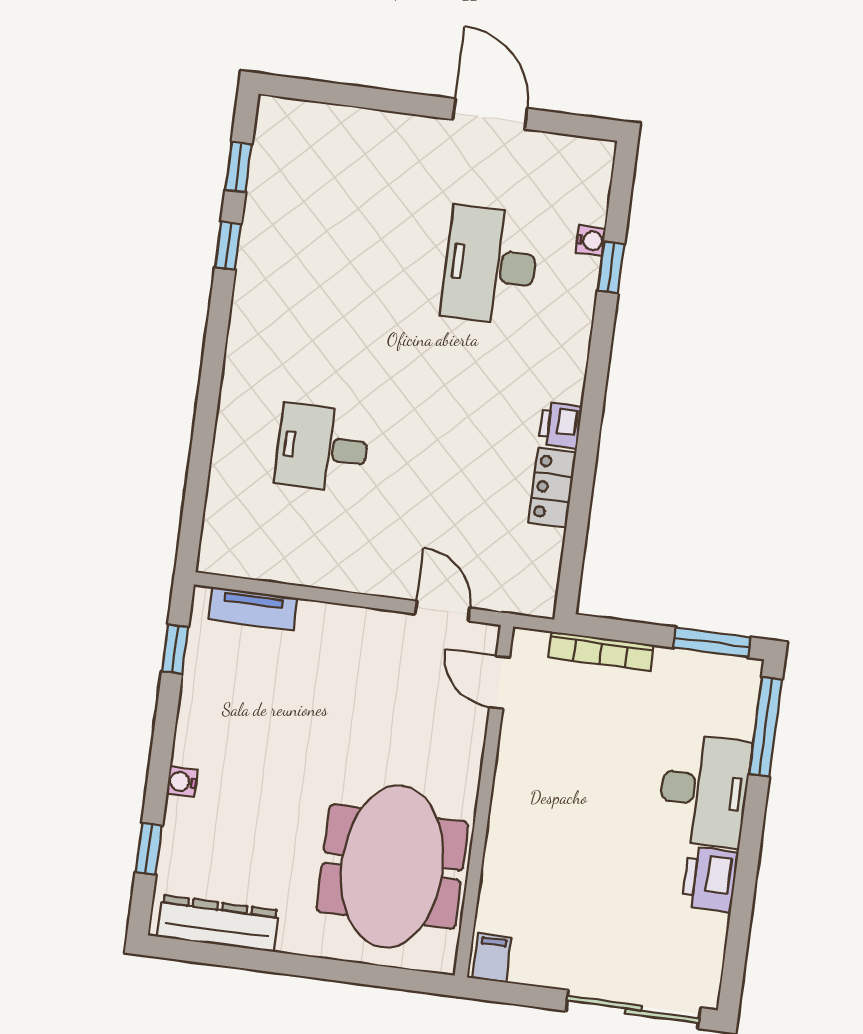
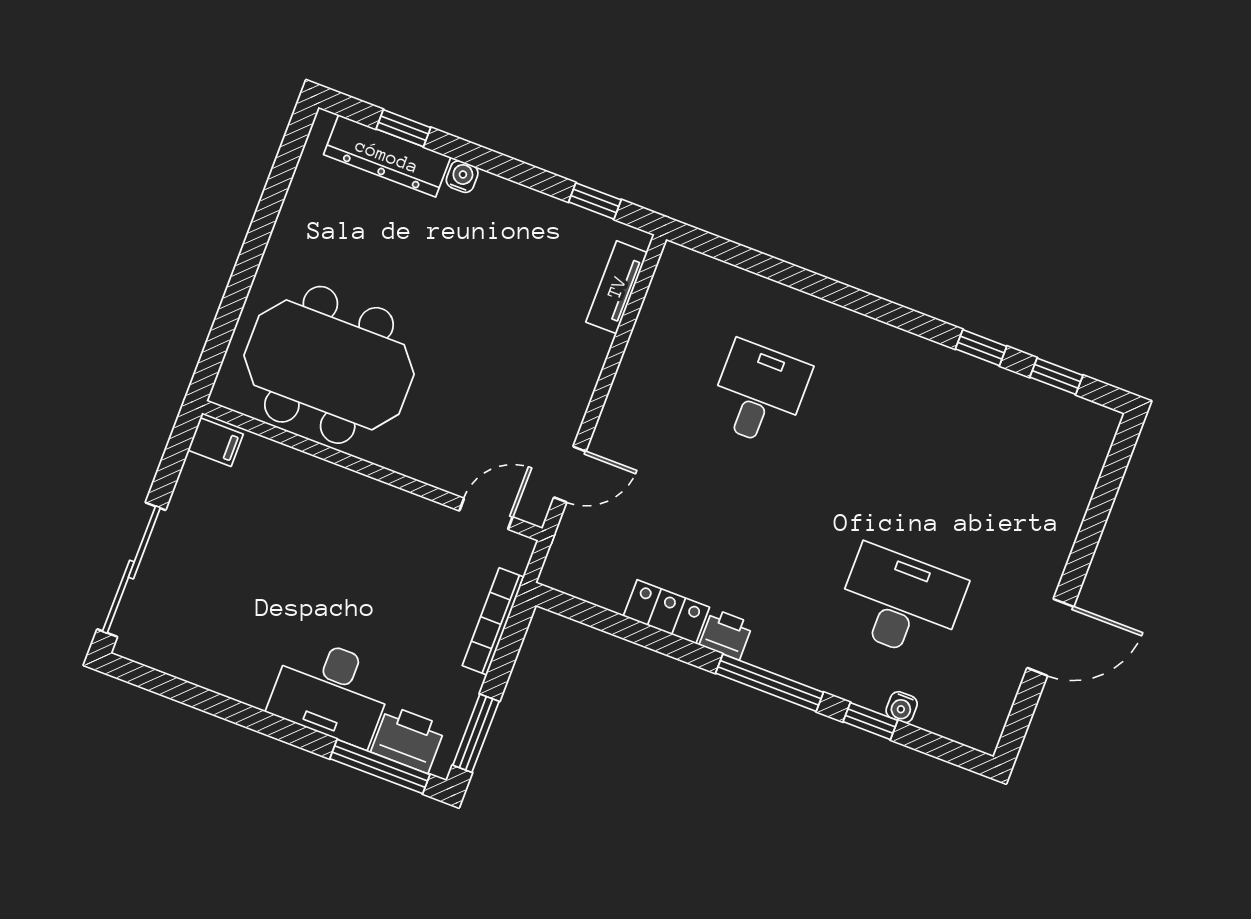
window: (597, 373) -> (770, 683), added
printer: (710, 879) -> (408, 739), moved
dresser: (218, 923) -> (387, 156), moved, turned 90

